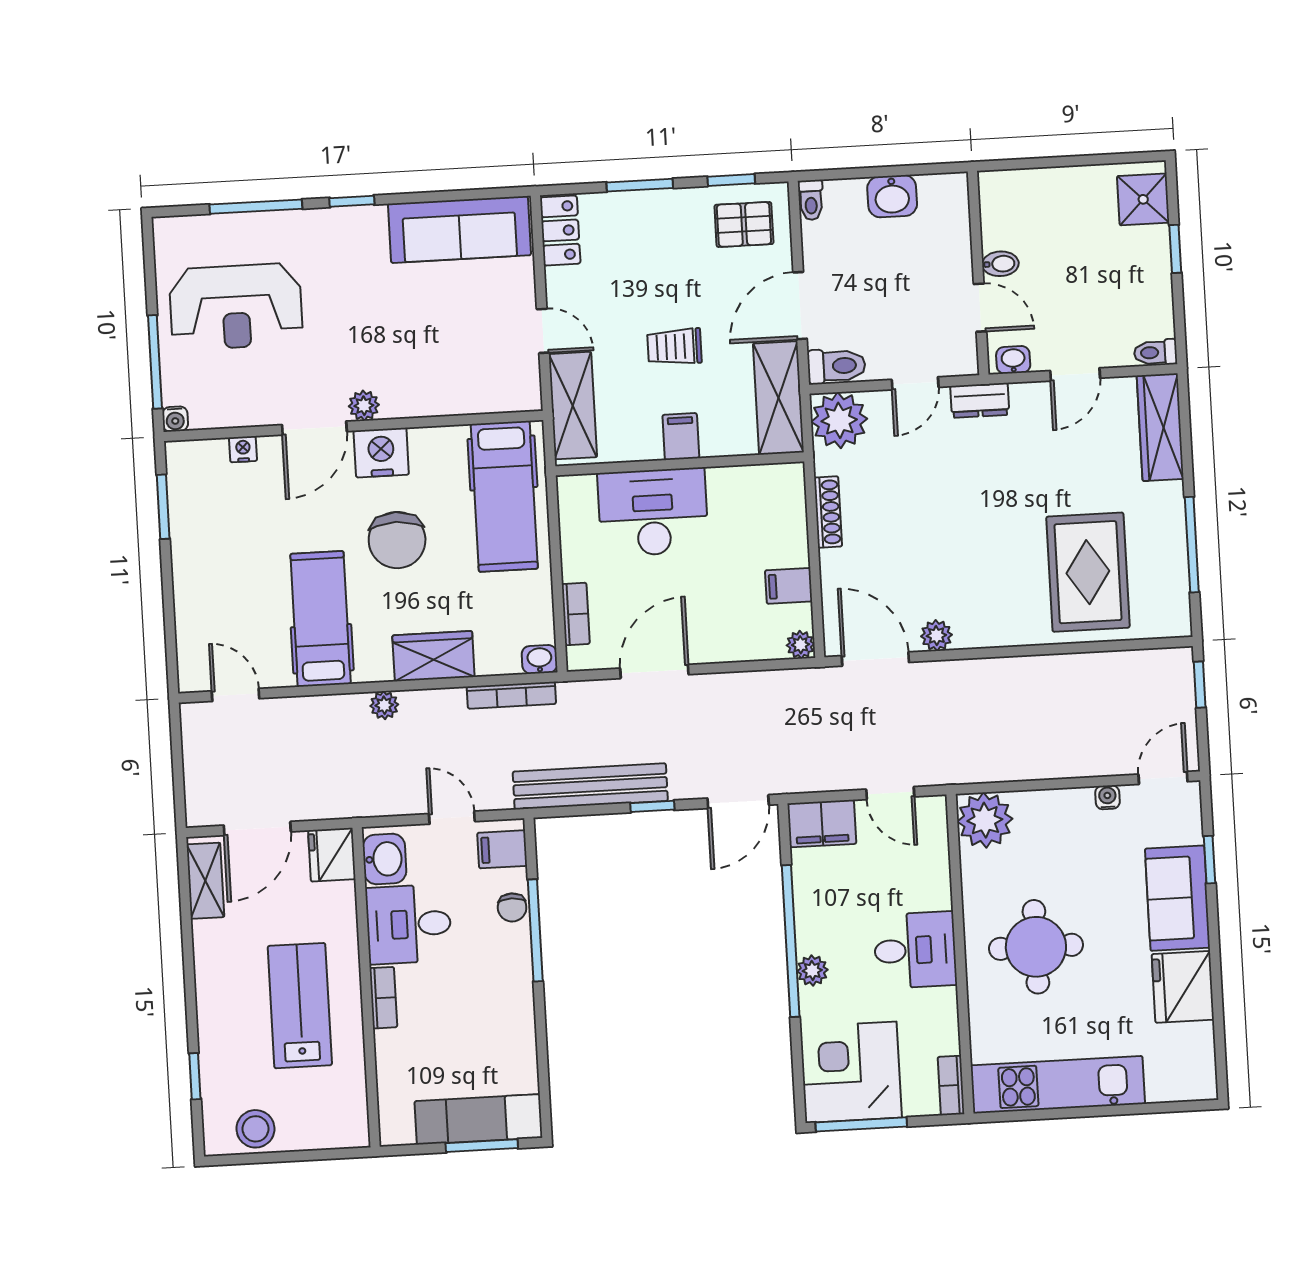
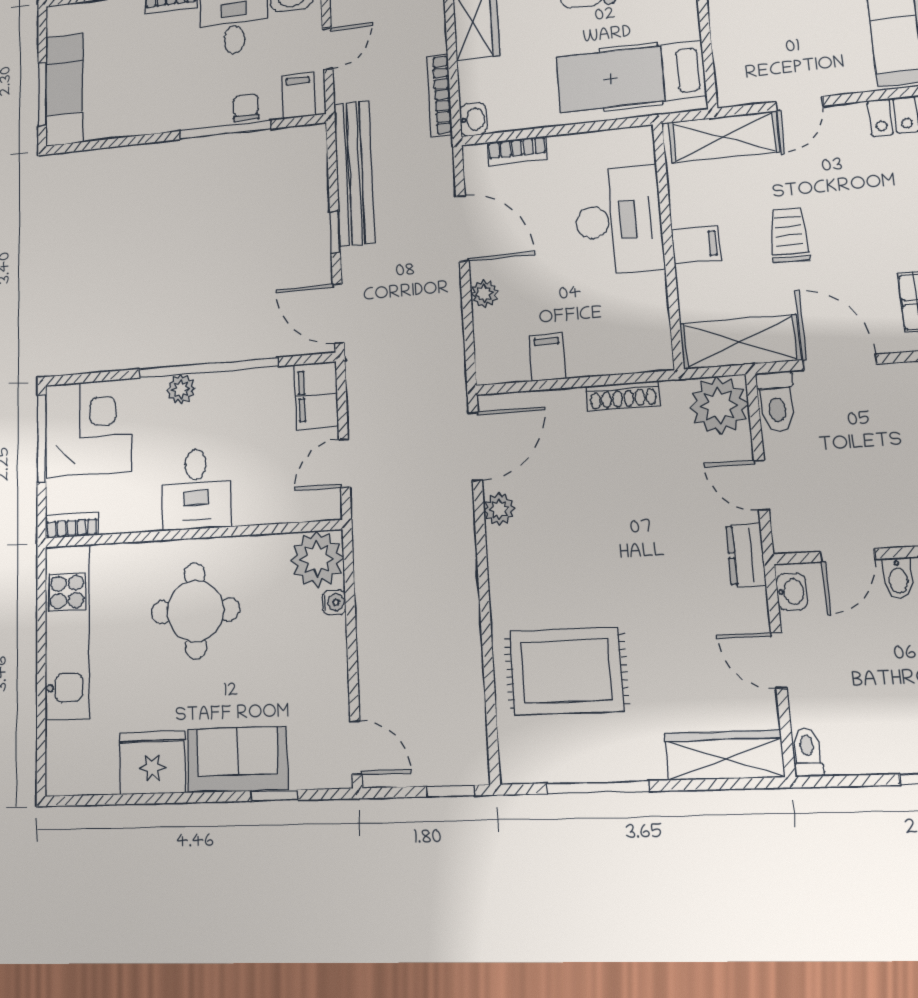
plant: (800, 645) -> (484, 293), moved
water cooler: (1107, 797) -> (334, 602), moved
chair: (512, 907) -> (246, 108), turned 90

